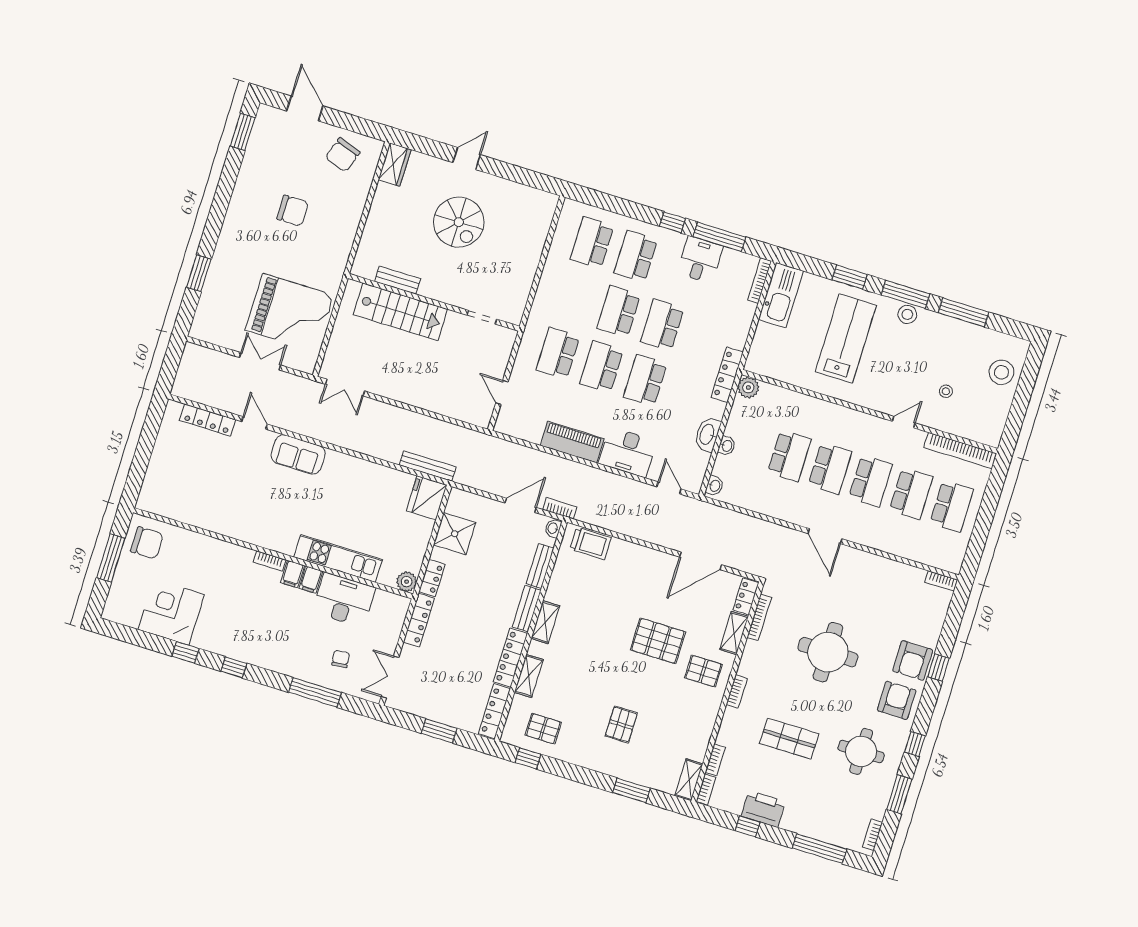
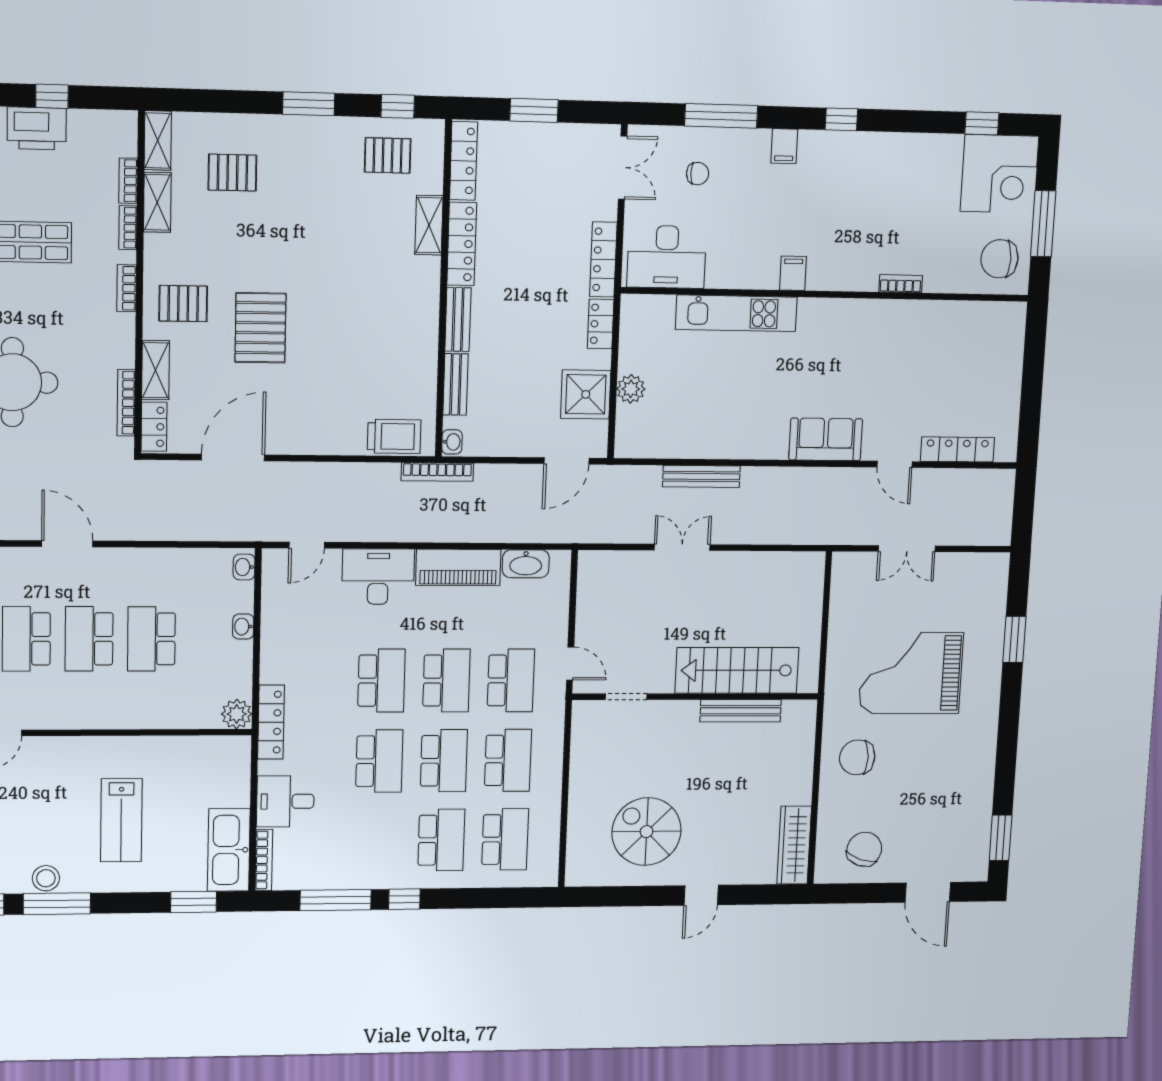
wardrobe: (395, 165) -> (794, 845), width x1.50
chair: (293, 211) -> (857, 757), moved
spiral stairs: (459, 222) -> (647, 832), moved
desk: (700, 260) -> (285, 801), moved, turned 90
window: (850, 277) -> (193, 902), moved
bench: (398, 280) -> (741, 711), width x1.36
school desk: (575, 298) -> (508, 760), added
grand piano: (290, 313) -> (911, 673), moved
lab bench: (846, 339) -> (121, 820), width x0.73, depth x0.72
double door: (345, 388) -> (682, 547), moved
door: (502, 392) -> (570, 664), moved
washbasin: (707, 434) -> (526, 564), moved, turned 90
bench: (428, 466) -> (701, 476), moved
door: (669, 488) -> (307, 545), hinge flipped
fridge: (427, 498) -> (637, 432), removed
door: (521, 505) -> (566, 461), moved
bookcase: (560, 508) -> (437, 472), width x1.56
trolley: (590, 543) -> (394, 436), turned 180
bookcase: (270, 561) -> (901, 284), moved
filing cabinet: (311, 580) -> (784, 146), moved, turned 180
plant: (407, 582) -> (631, 389), moved
desk: (344, 600) -> (667, 257), moved
corner desk: (171, 612) -> (1000, 174), moved
shelving: (545, 622) -> (157, 202), moved
pallet: (658, 641) -> (260, 328), turned 90
window: (186, 652) -> (982, 123), moved
chair: (341, 659) -> (698, 174), turned -84
pallet: (621, 725) -> (232, 173), moved, turned 90
bookcase: (706, 789) -> (128, 228), moved
window: (632, 790) -> (309, 104), moved

